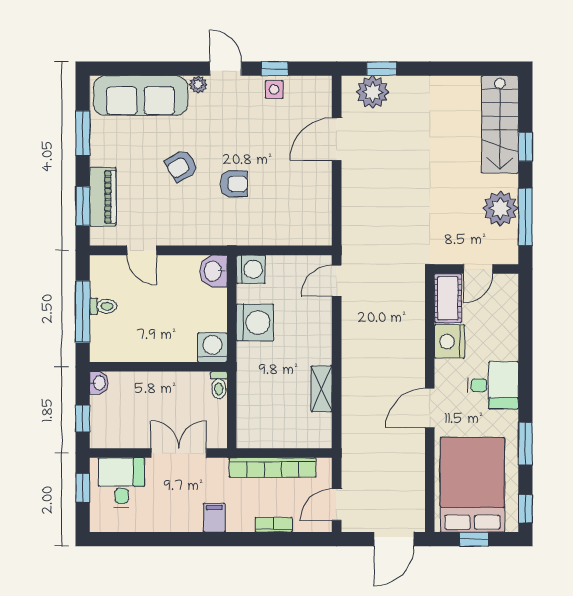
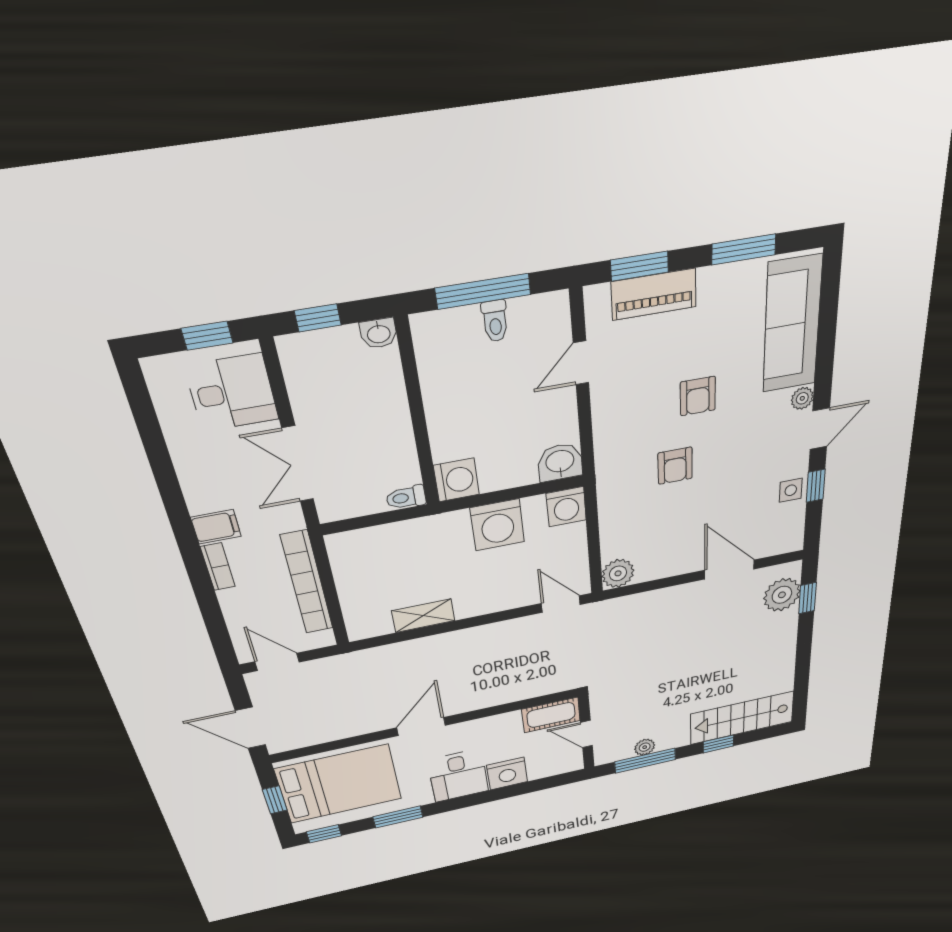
armchair: (182, 166) -> (698, 396), turned -150
plant: (500, 208) -> (645, 747), width x0.53, depth x0.53
plant: (319, 232) -> (618, 573), added
nightstand: (450, 342) -> (507, 774), moved, turned 180
door: (430, 408) -> (421, 727), hinge flipped
double door: (179, 453) -> (298, 464), swing flipped
bookcase: (274, 525) -> (218, 567), moved

